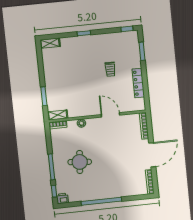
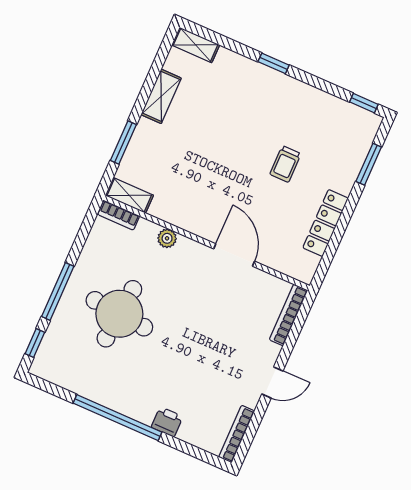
shelving: (48, 70) -> (161, 96), added
door: (152, 155) -> (272, 382), width x0.53
round table: (80, 162) -> (119, 314), width x1.36, depth x1.36
printer: (62, 198) -> (167, 422), moved

